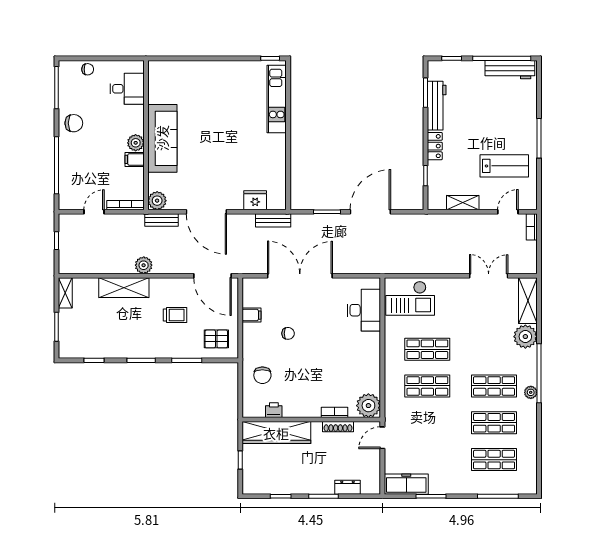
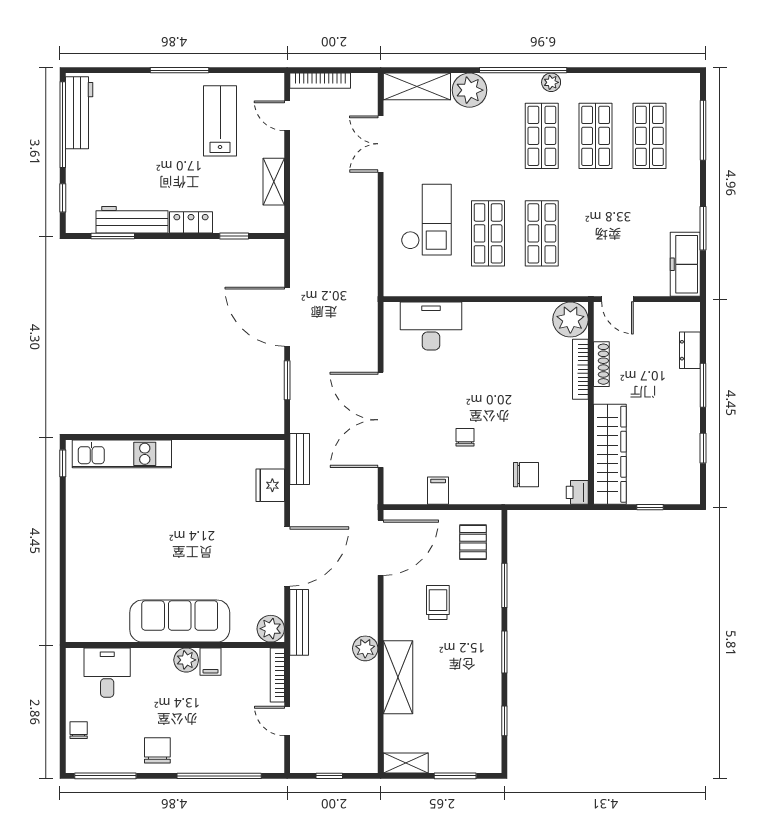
bench: (161, 220) -> (299, 622), width x1.36
bookcase: (532, 227) -> (320, 81), width x1.56
checkout: (410, 298) -> (426, 220), moved
printer: (274, 410) -> (577, 492), moved
bookcase: (335, 412) -> (580, 369), width x1.56

